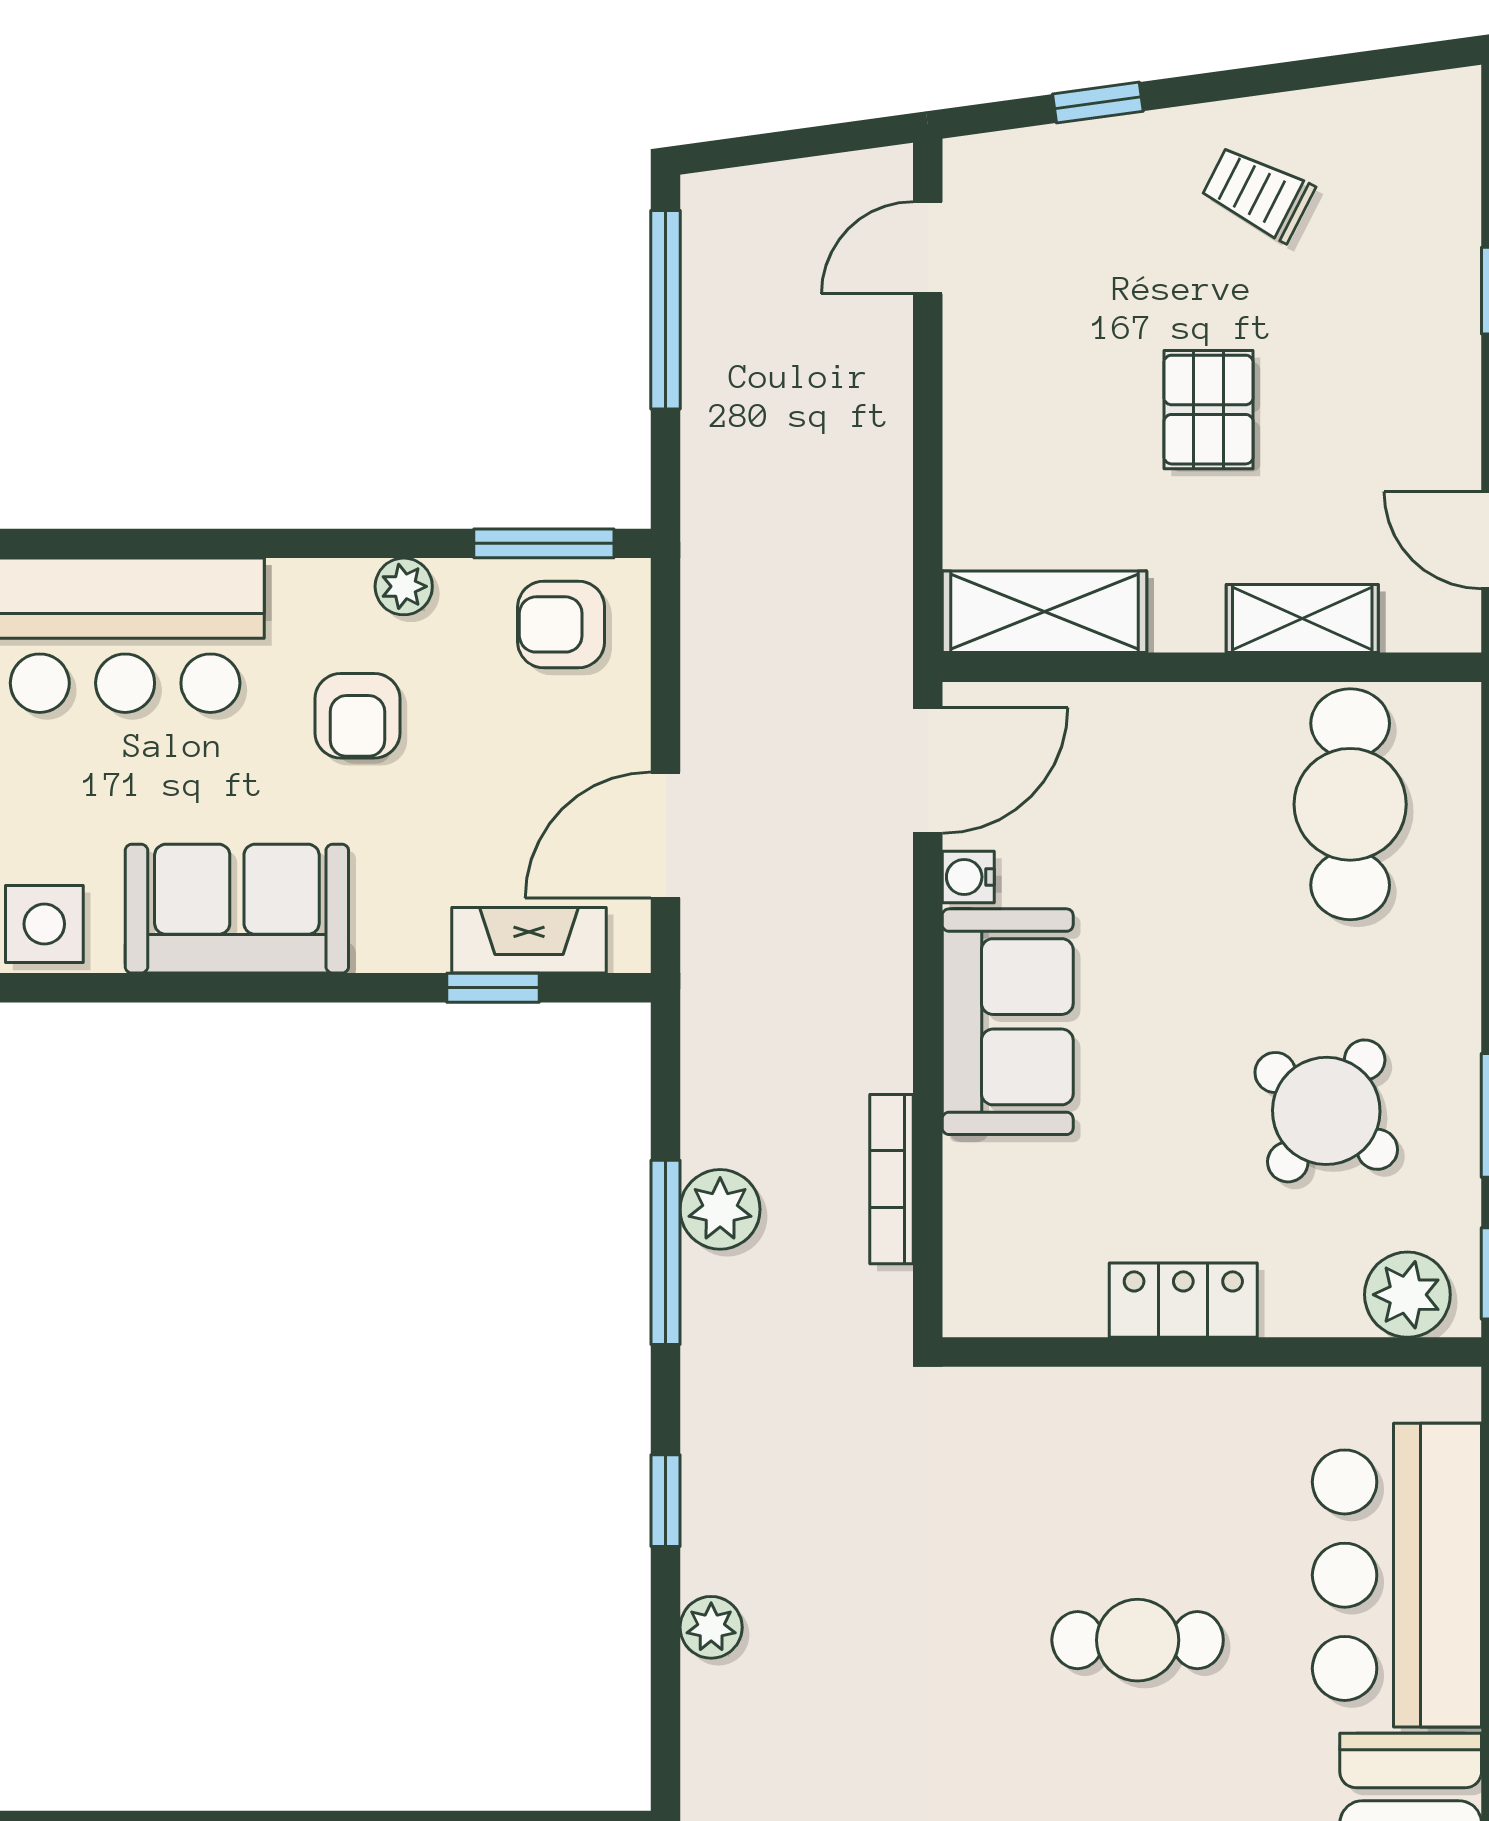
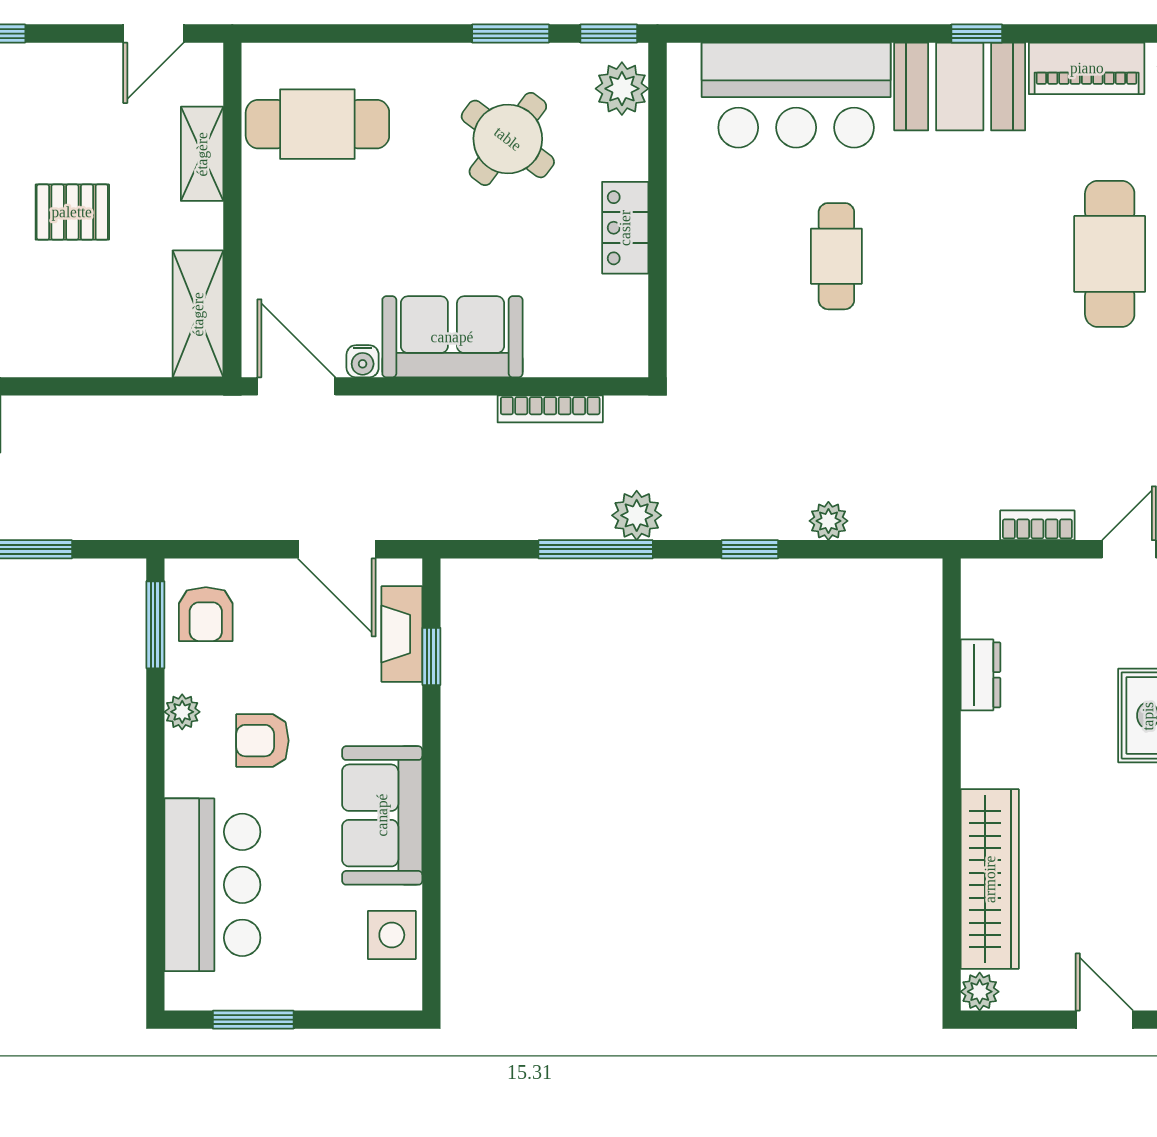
armchair: (357, 716) -> (262, 741), turned 180
plant: (720, 1209) -> (637, 515), moved

